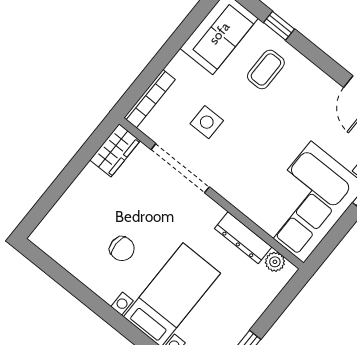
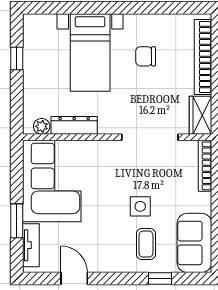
side table: (207, 122) -> (140, 206), moved
bookcase: (68, 204) -> (203, 57), added

